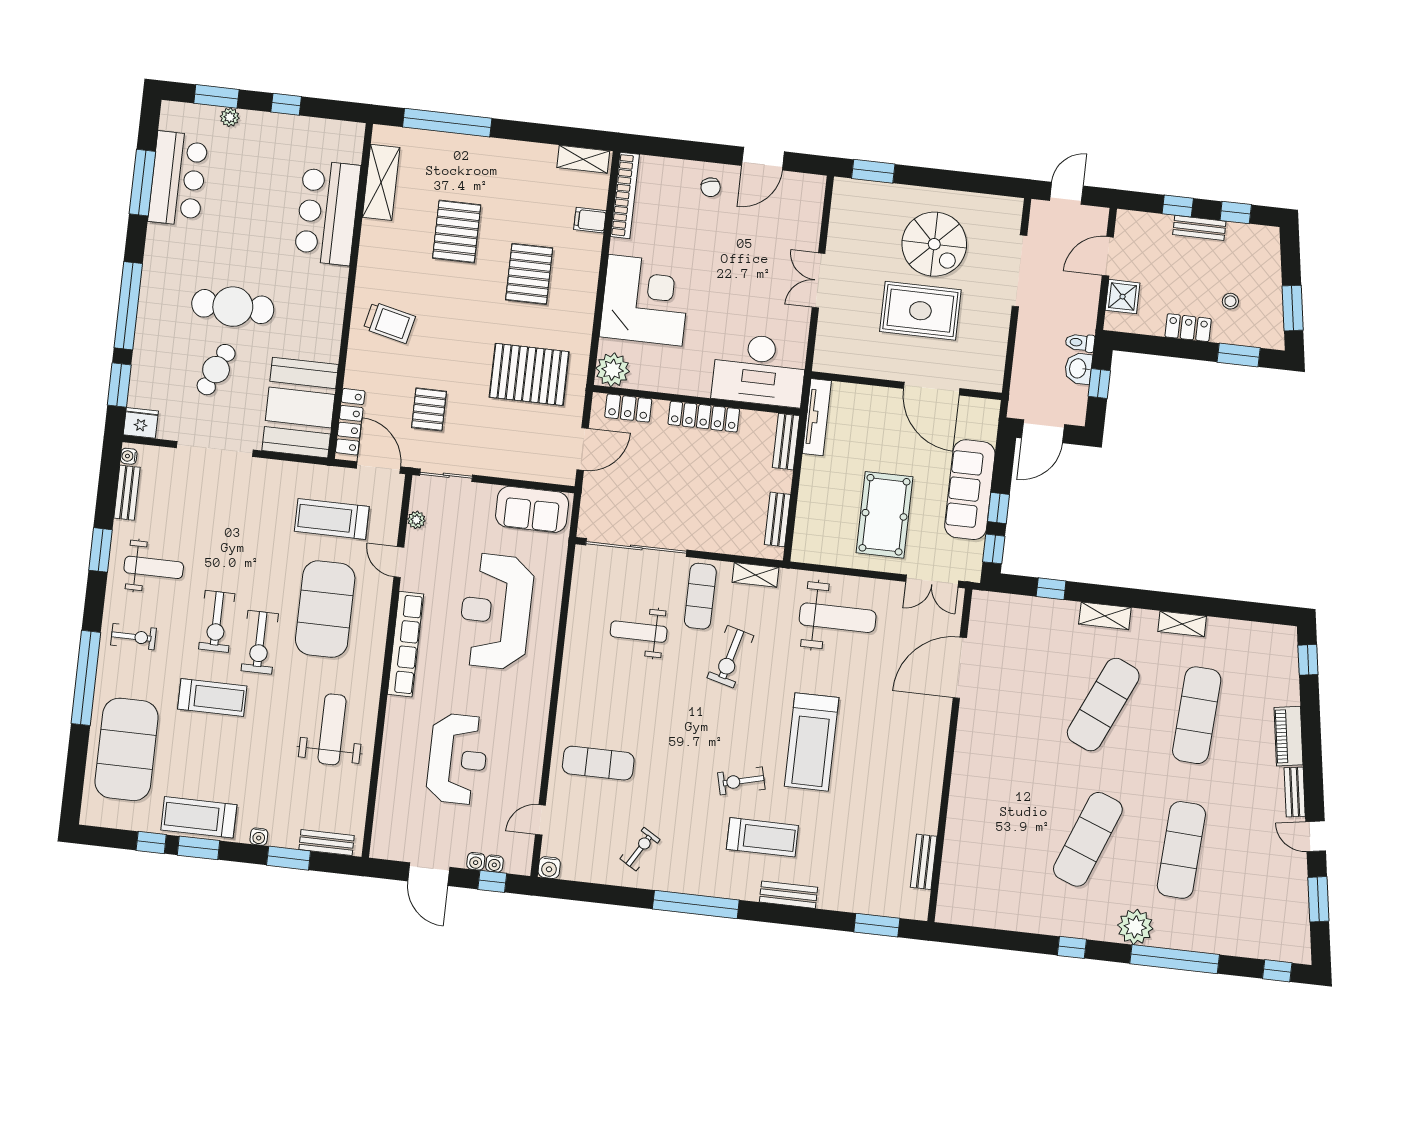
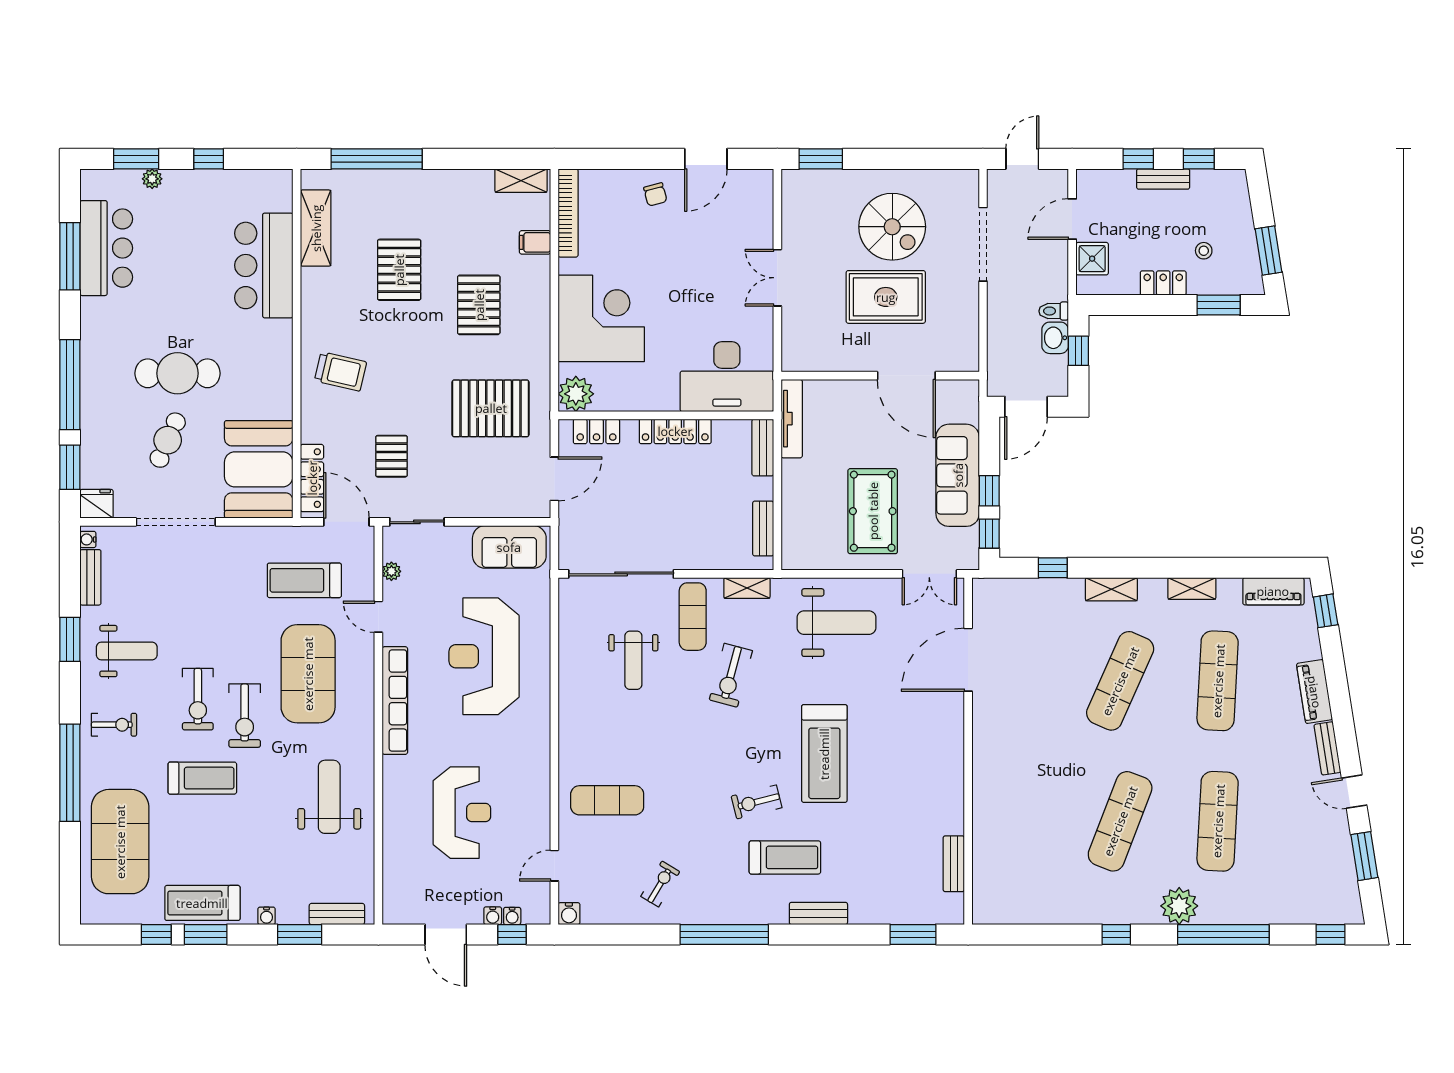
weight bench: (639, 632) -> (633, 660), turned -90
piano: (1260, 635) -> (1273, 591), added

